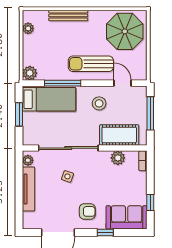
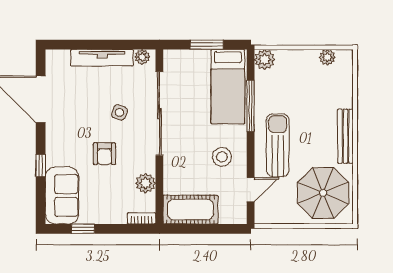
bench: (68, 15) -> (345, 136), moved
window: (150, 113) -> (208, 229), removed
cot: (119, 135) -> (191, 209), moved, turned 90
armchair: (87, 211) -> (104, 154), moved

